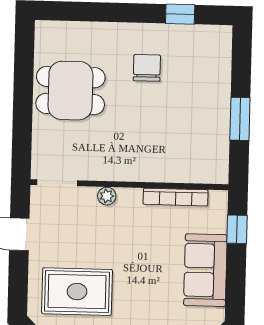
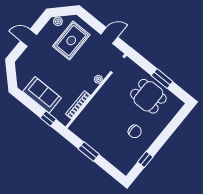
window: (23, 91) -> (162, 78), added
dining table: (70, 91) -> (148, 96), turned 90

